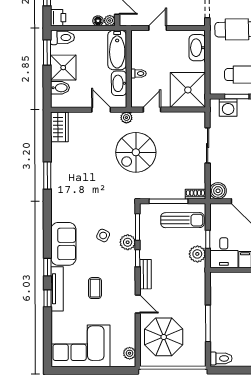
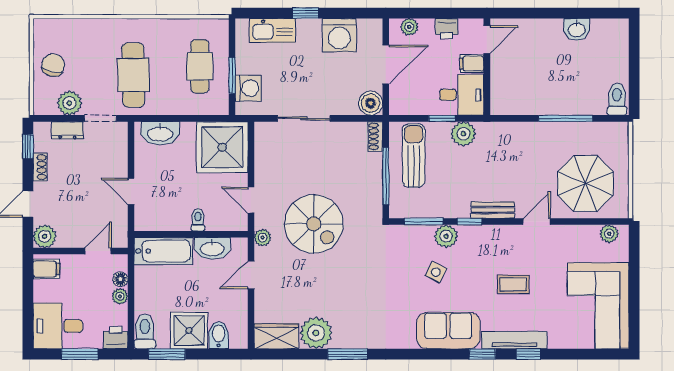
plant: (110, 21) -> (120, 296), moved
plant: (62, 154) -> (316, 333), added

